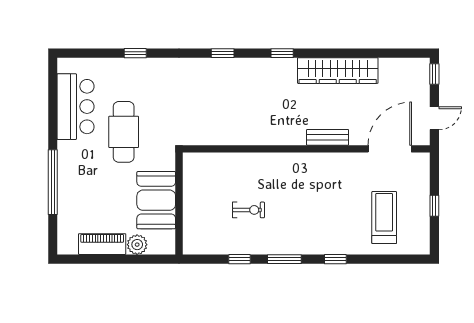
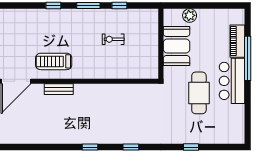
wardrobe: (338, 71) -> (52, 135), removed
bar counter: (76, 107) -> (232, 81), moved
treadmill: (384, 218) -> (54, 61), moved, turned 90
piano: (102, 244) -> (237, 41), moved, turned 90

